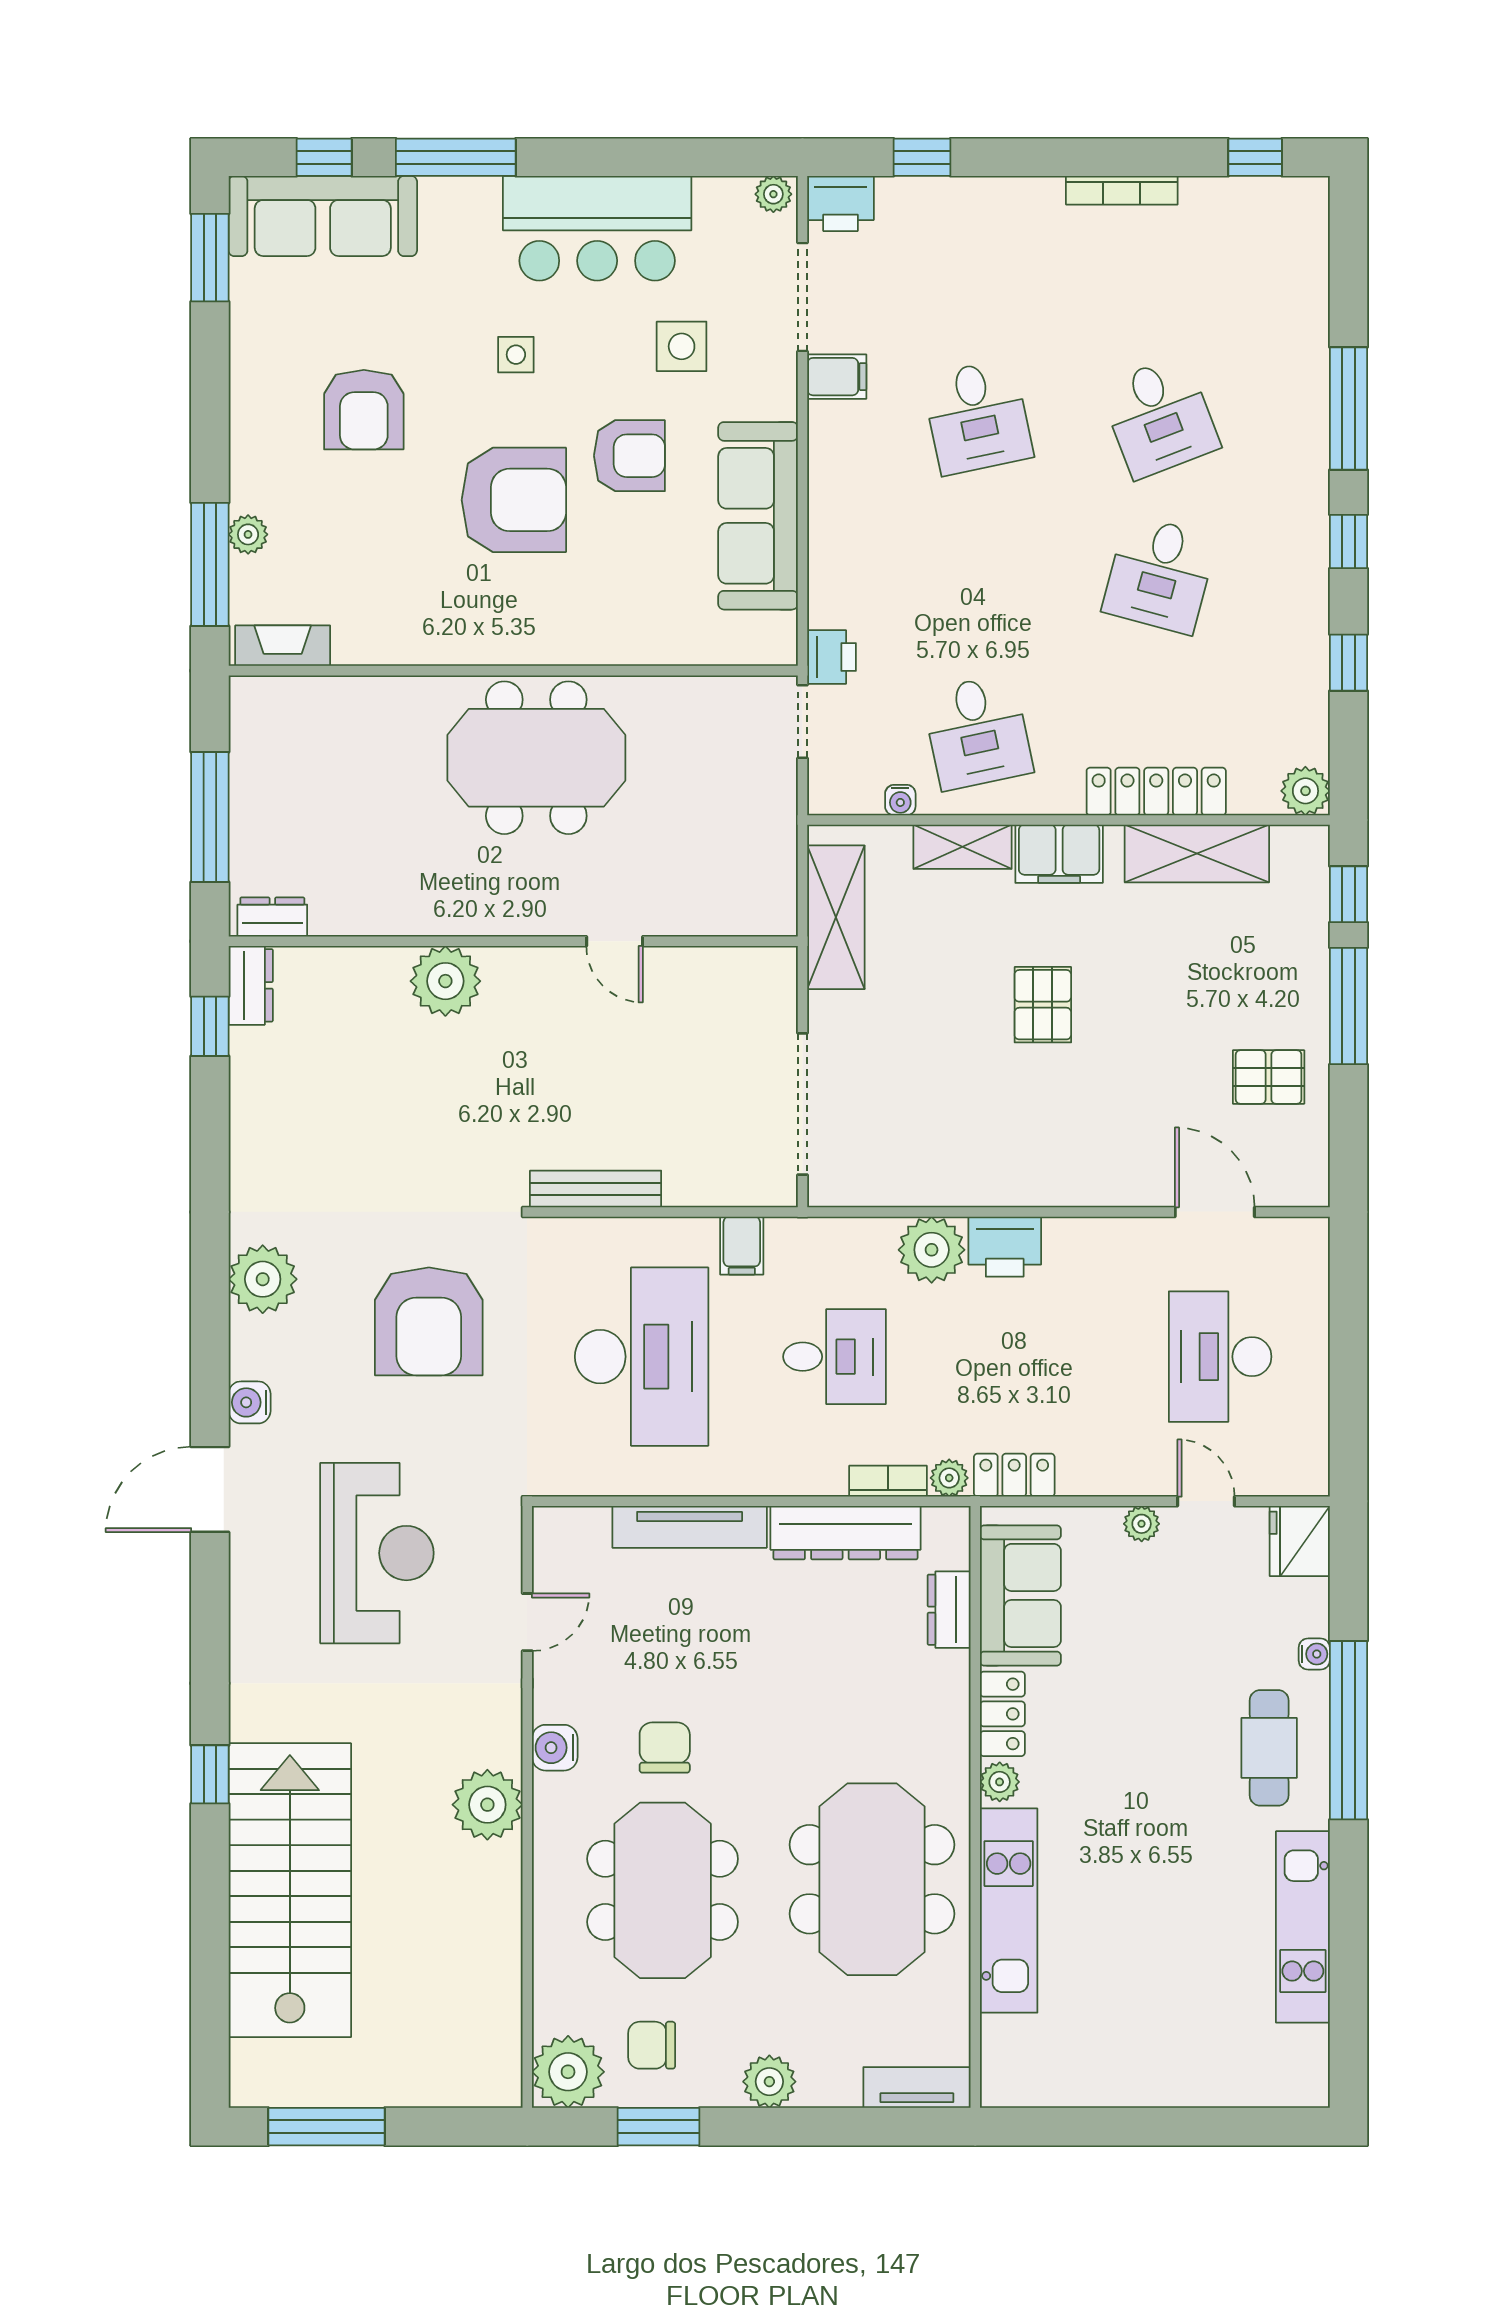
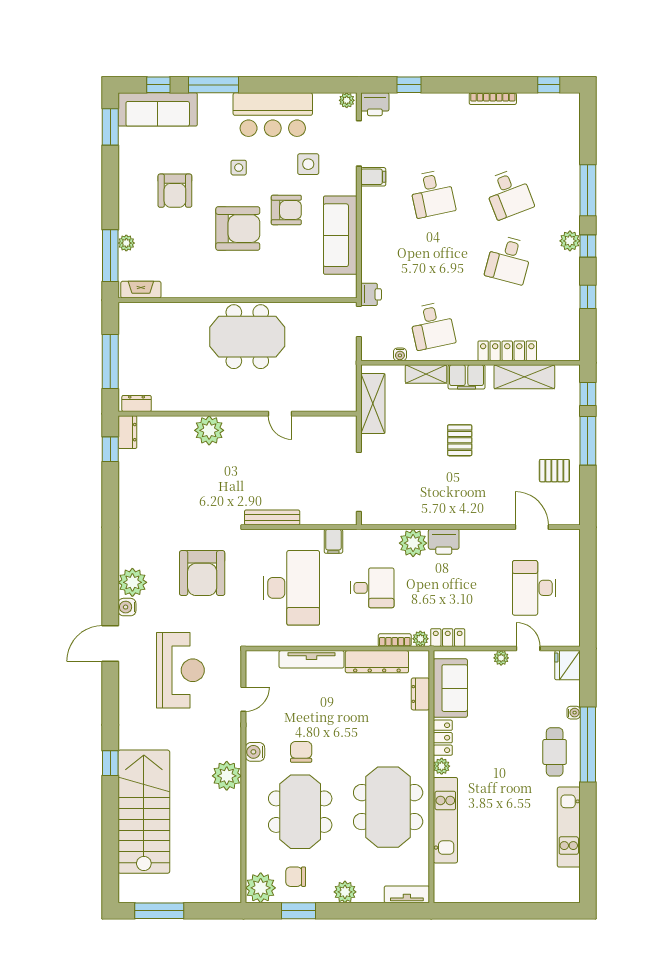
plant: (1305, 791) -> (570, 241), moved
plant: (263, 1279) -> (132, 582), moved

